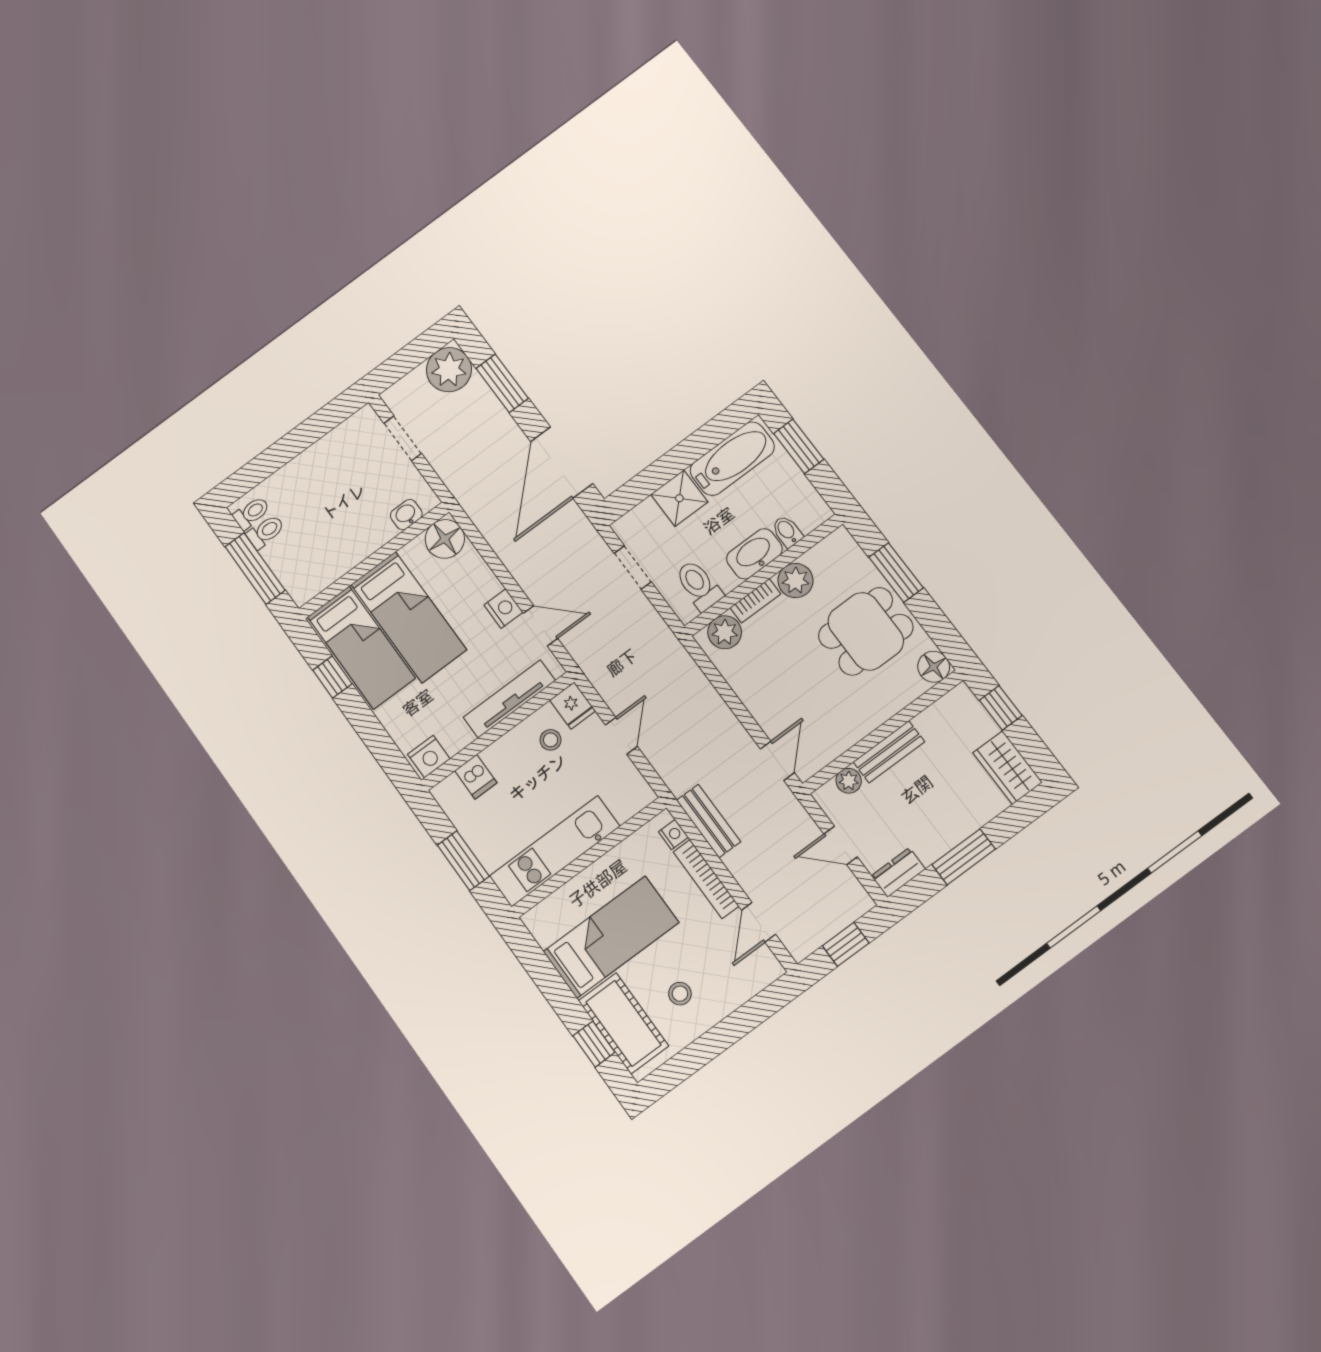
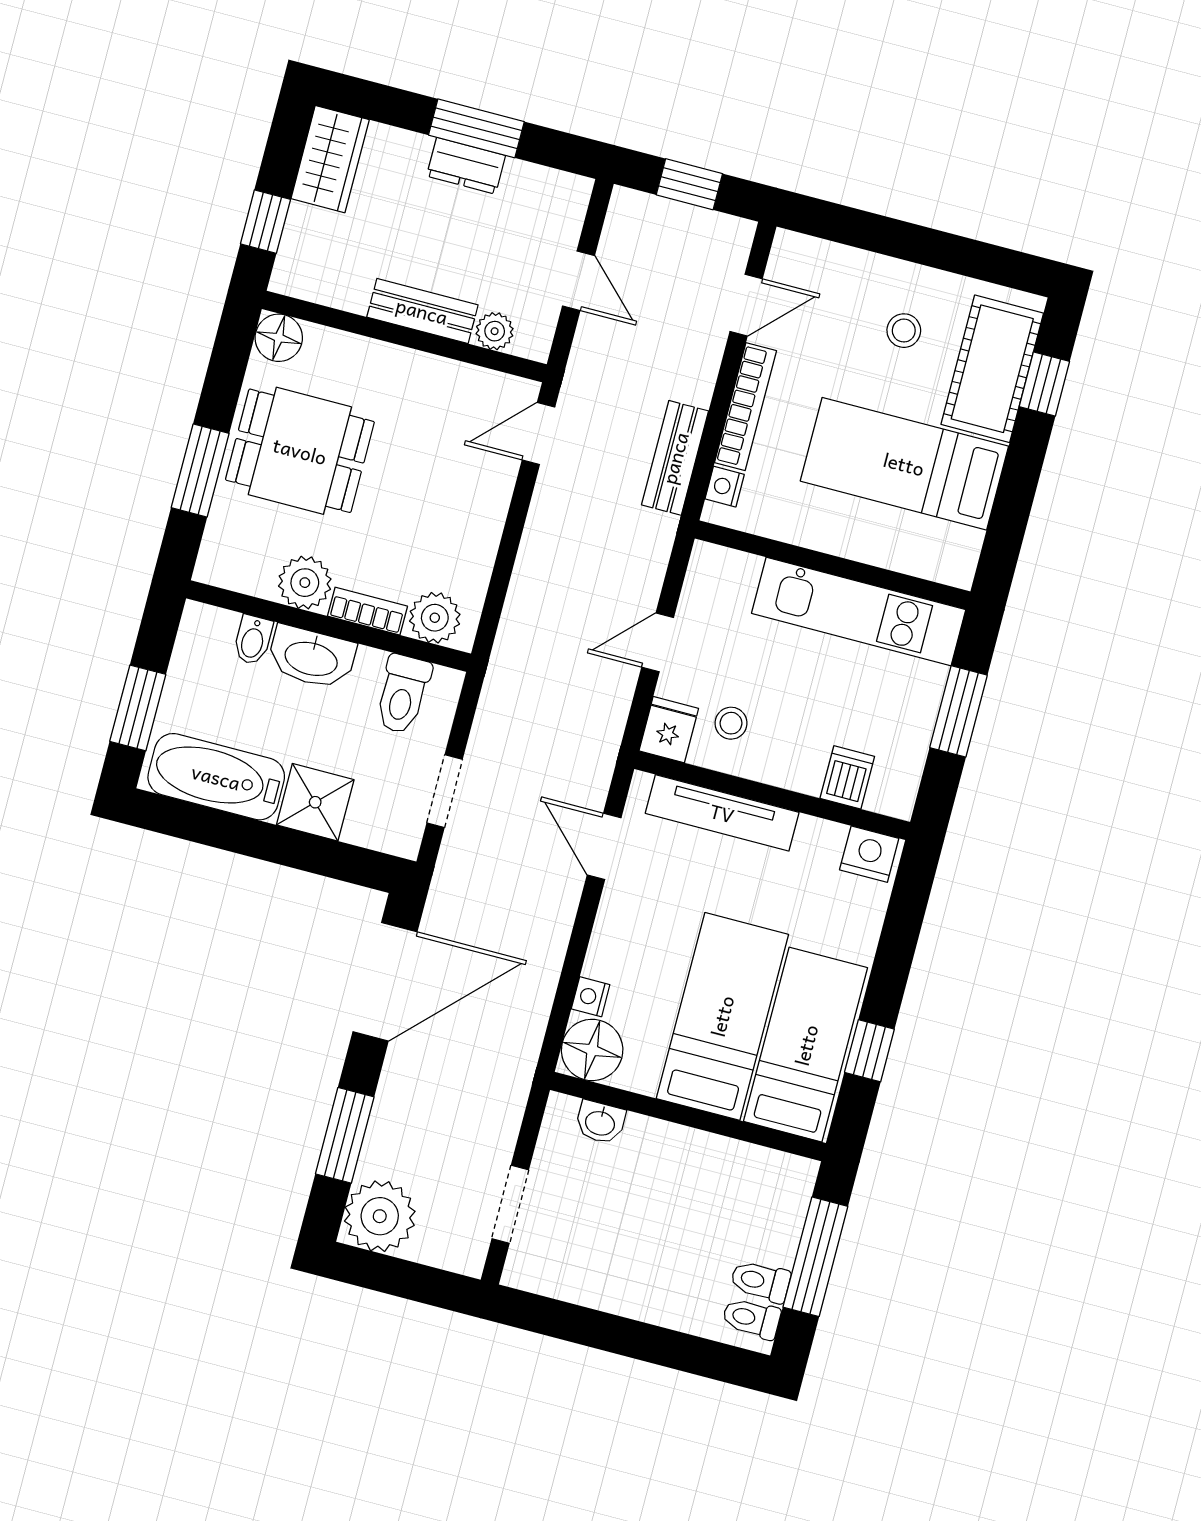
nightstand: (503, 609) -> (591, 997), moved, width x0.72, depth x0.74
dresser: (898, 872) -> (466, 166), moved

